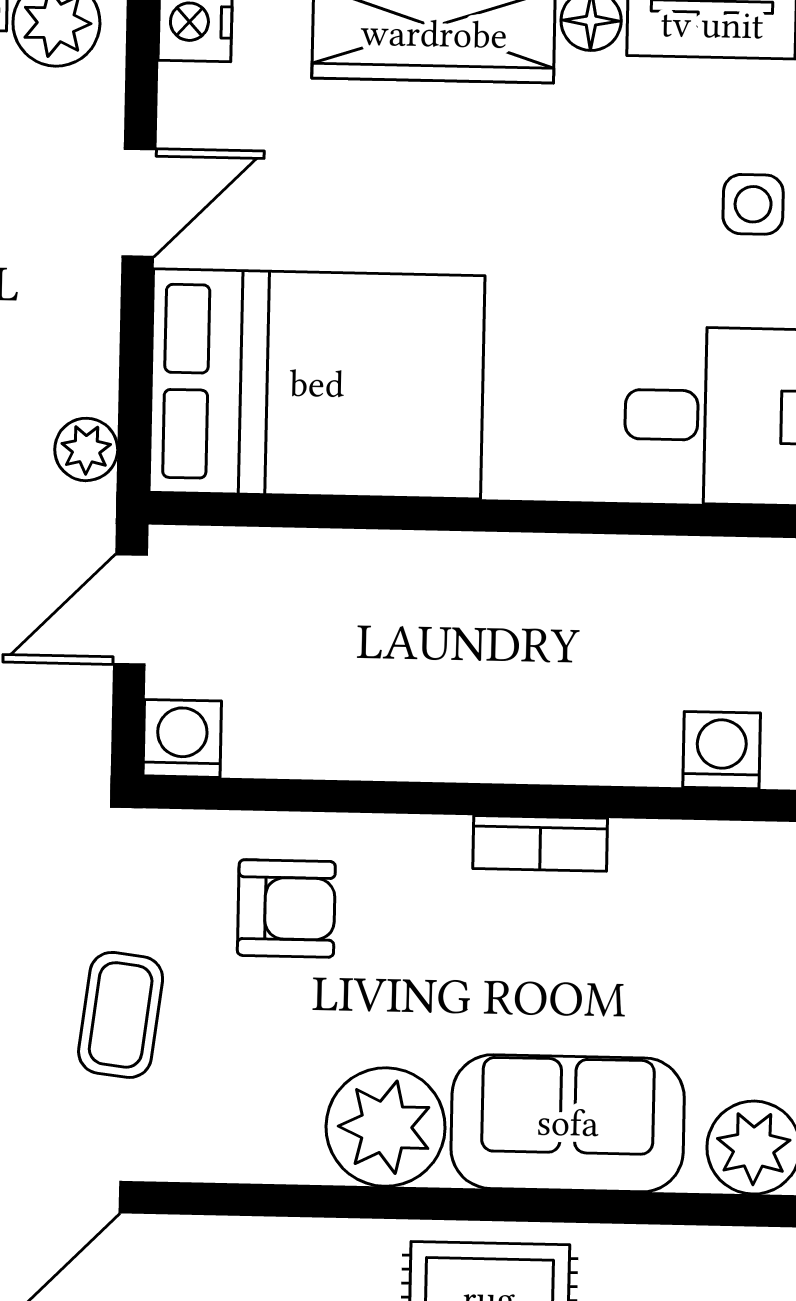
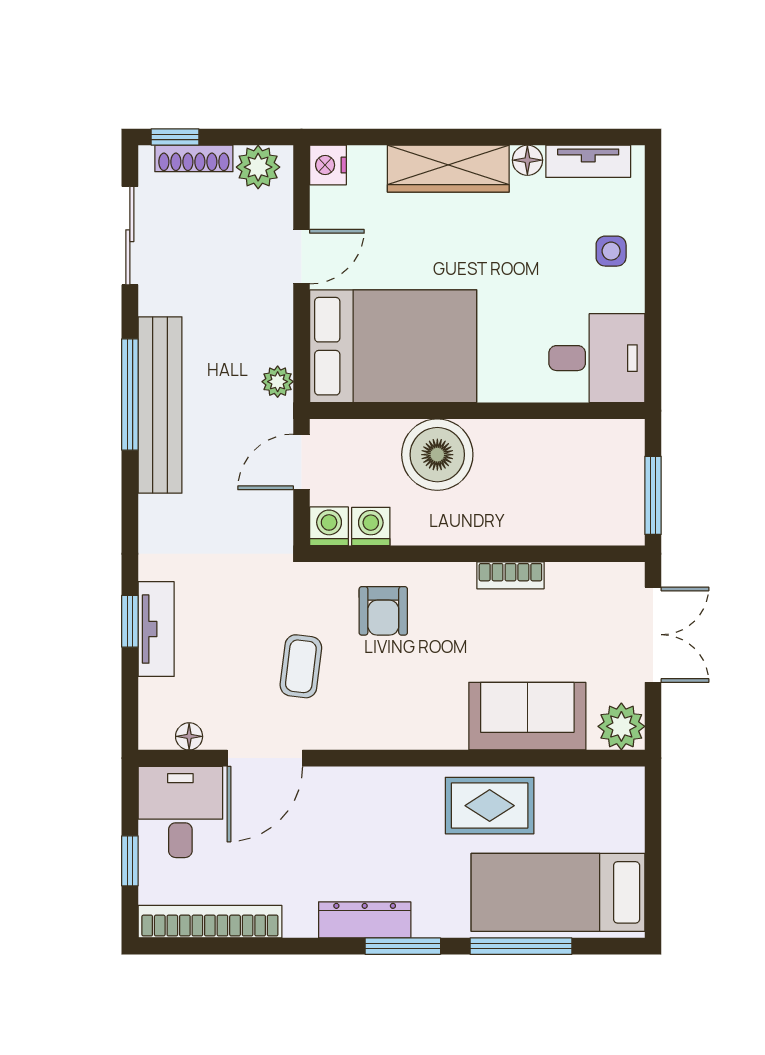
boiler: (400, 601) -> (437, 455), added
washing machine: (722, 750) -> (371, 526), moved
armchair: (286, 908) -> (383, 611), turned 90
plant: (386, 1127) -> (436, 720), removed

